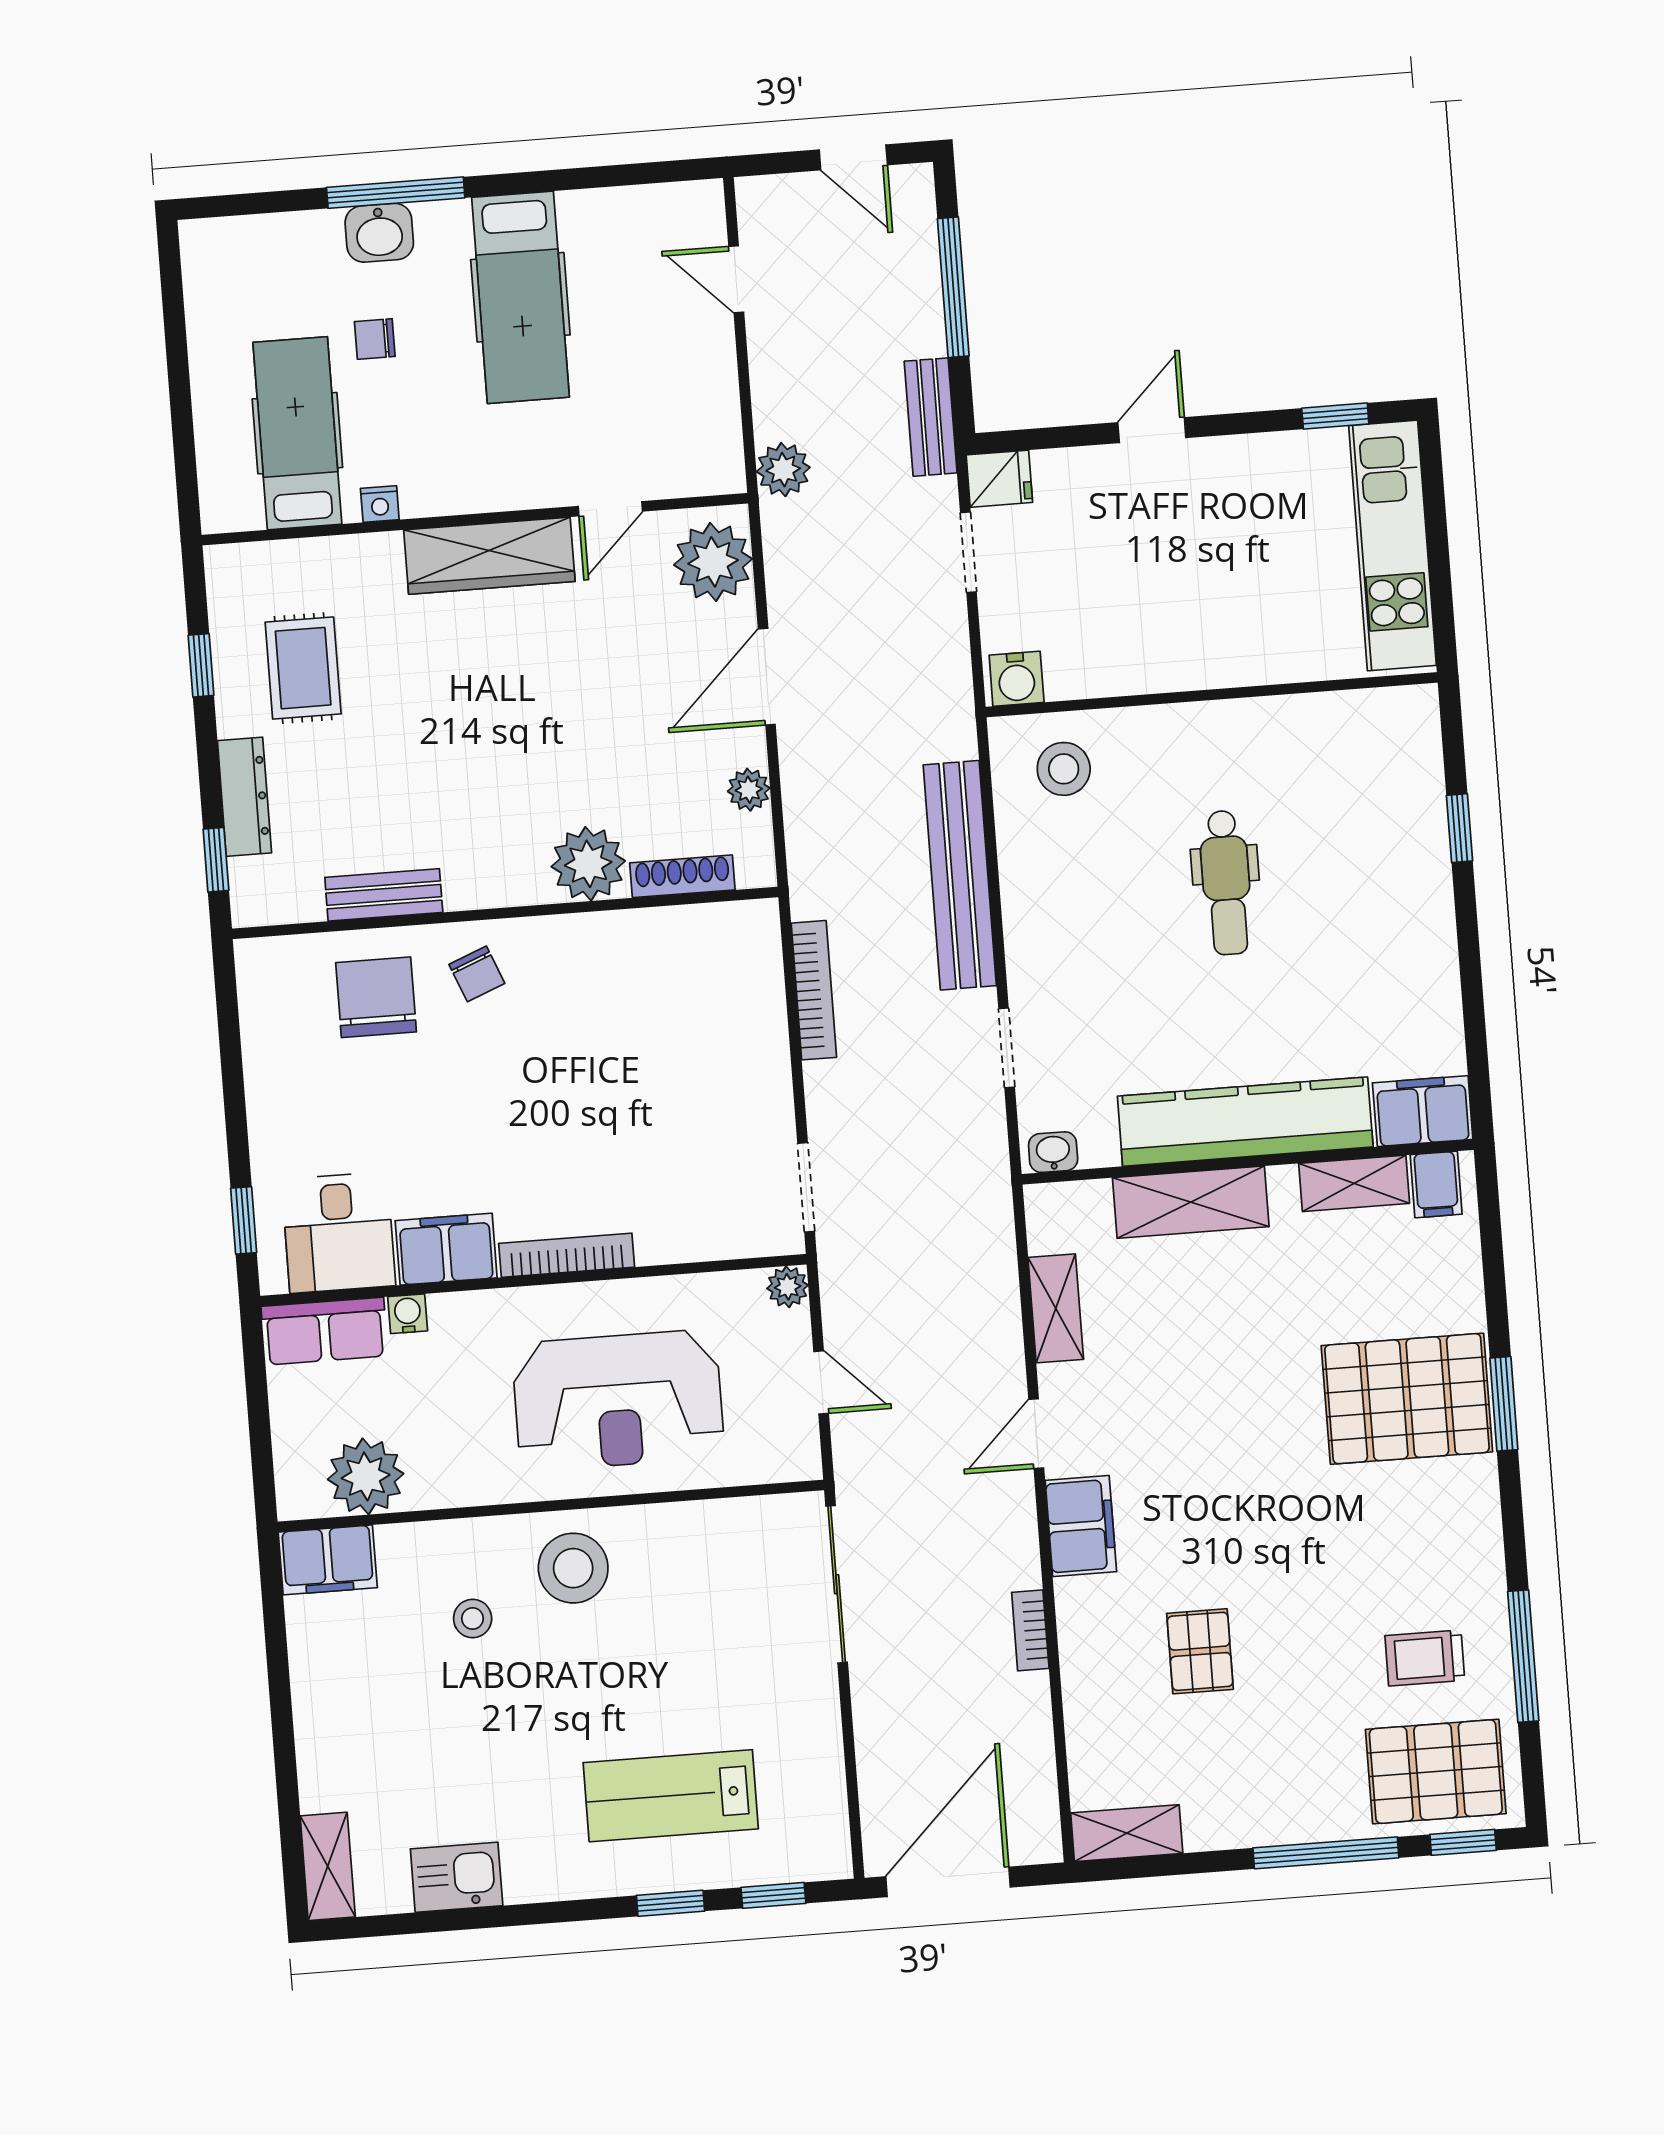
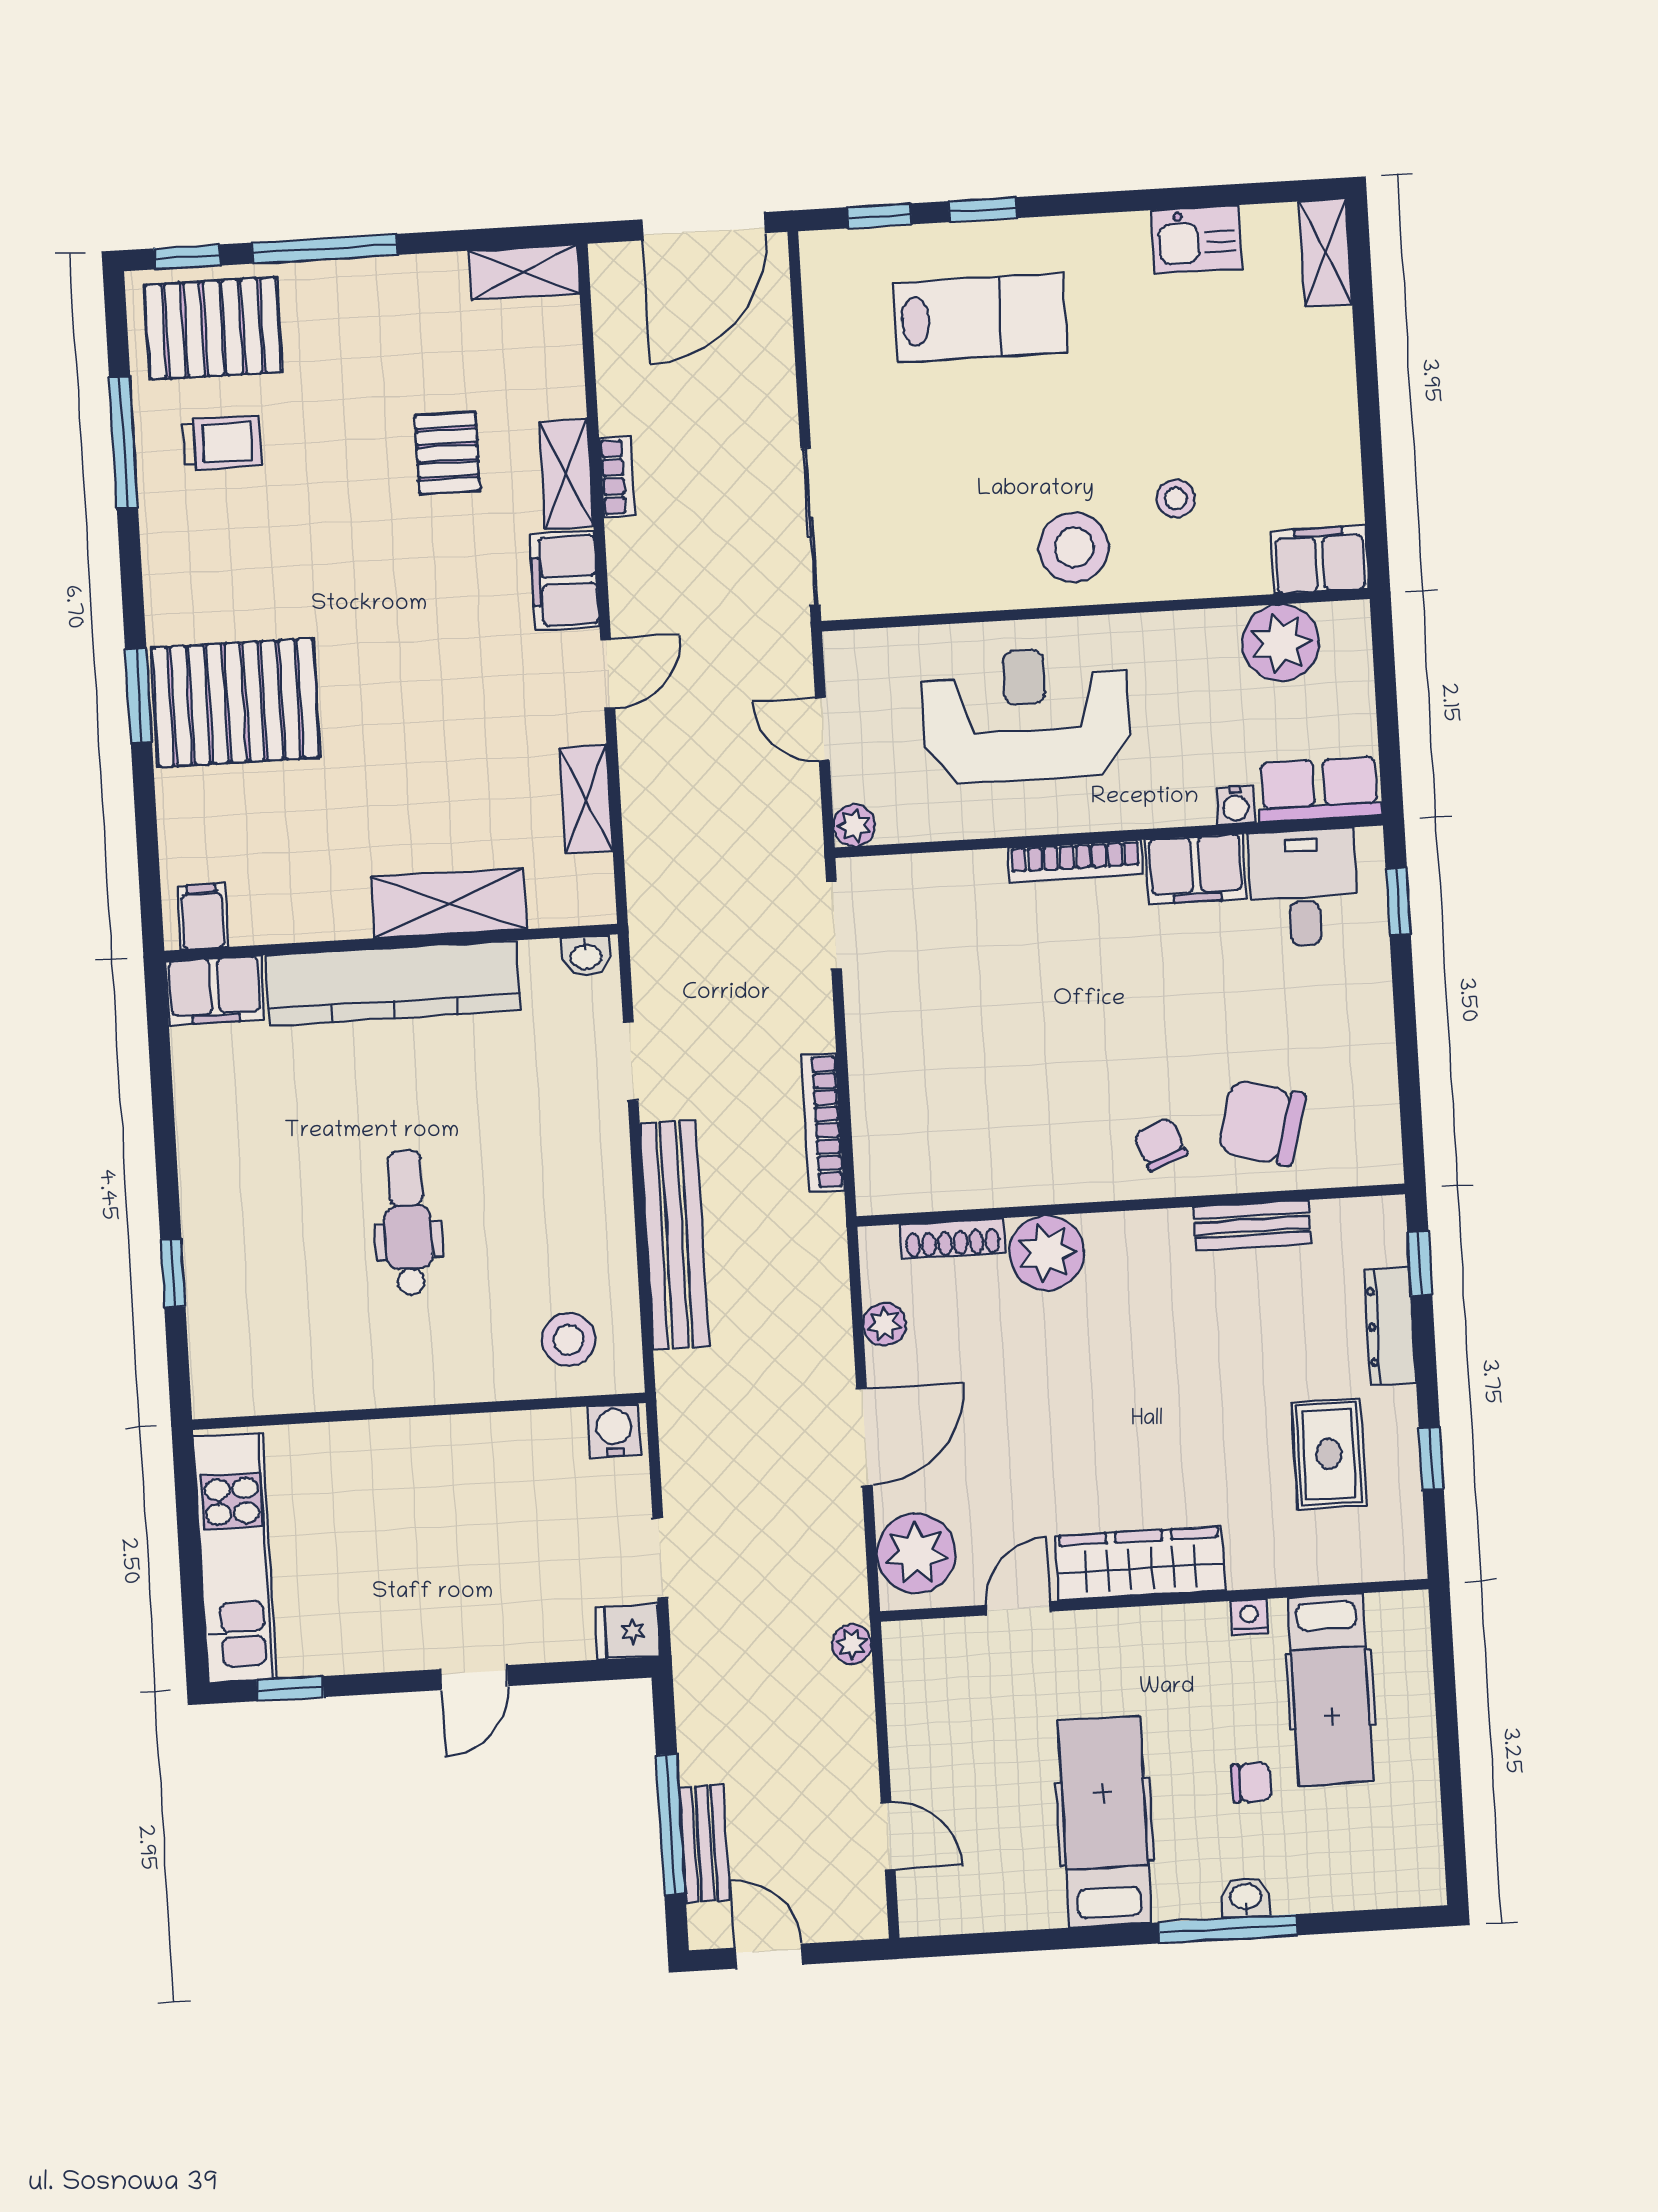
washbasin: (379, 233) -> (1246, 1898), width x0.72, depth x0.69
bench: (931, 417) -> (705, 1844), moved
plant: (783, 470) -> (852, 1644), width x0.73, depth x0.73
chair: (376, 997) -> (1262, 1123), turned 105
shelving: (1354, 1183) -> (566, 474), moved, turned 90

